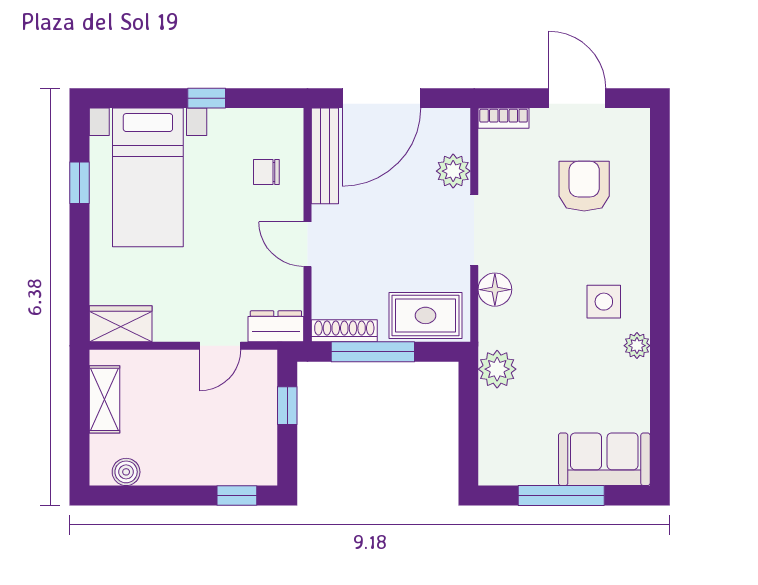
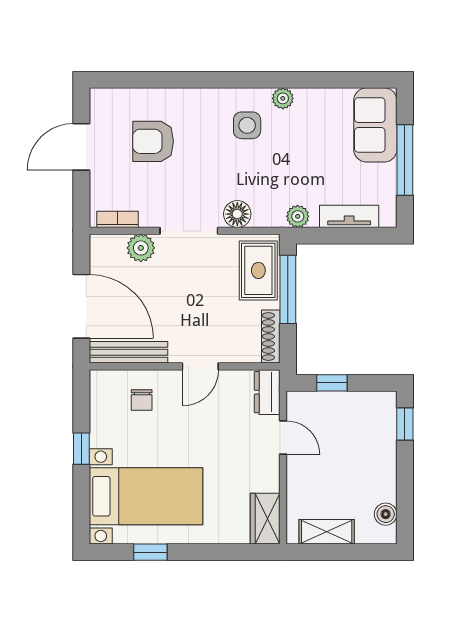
bookcase: (504, 118) -> (117, 219), moved, turned -90
window: (373, 352) -> (288, 289), moved
plant: (497, 369) -> (298, 216), width x0.73, depth x0.73
tv unit: (492, 427) -> (349, 216), added

